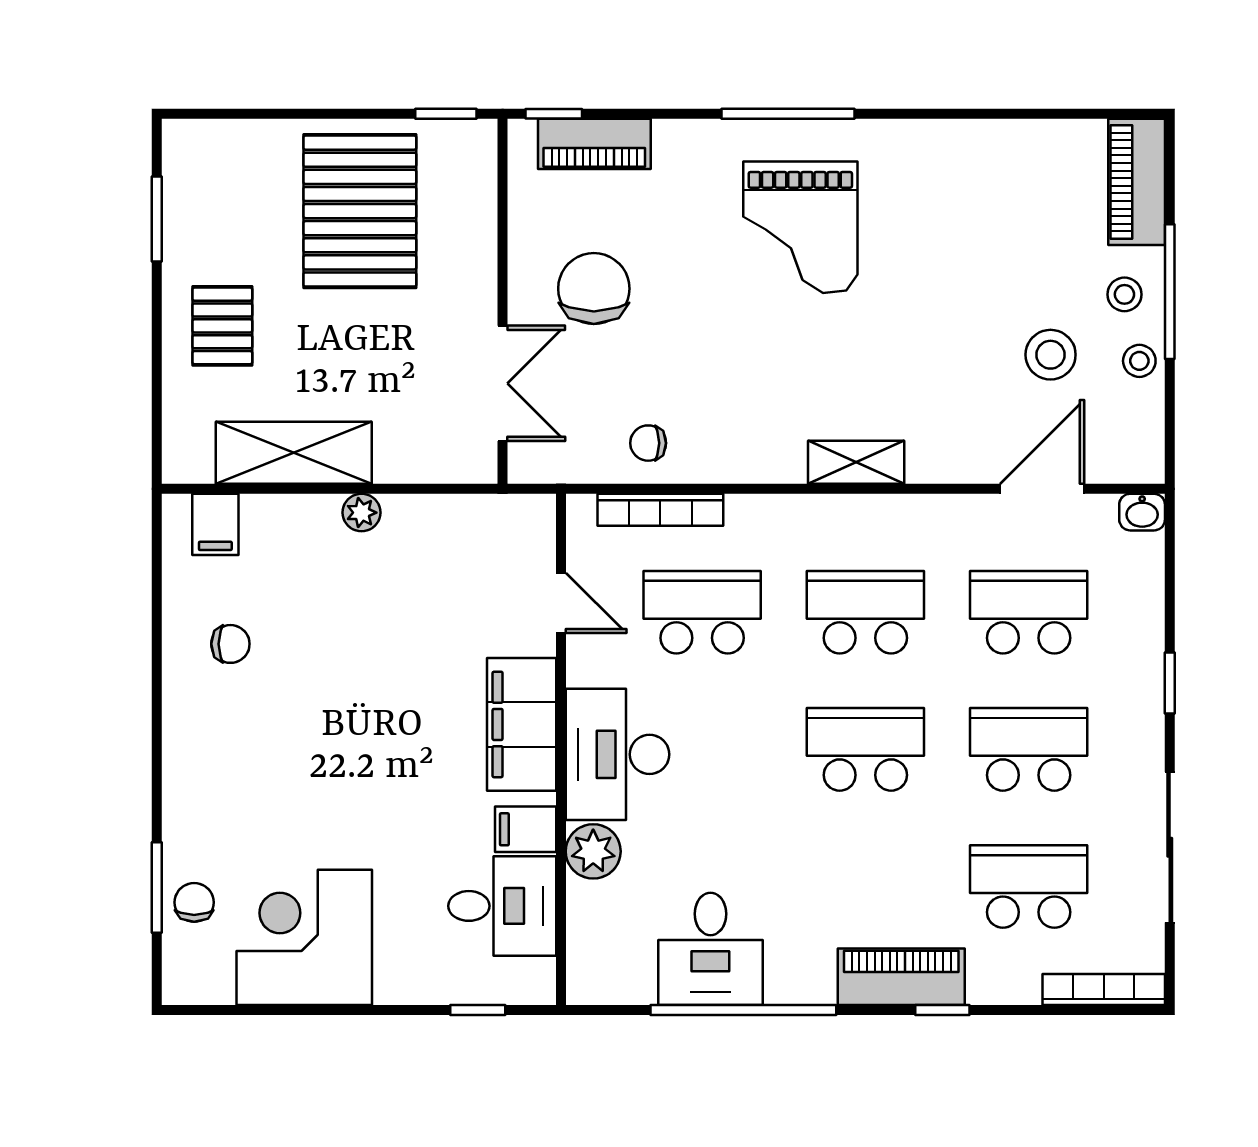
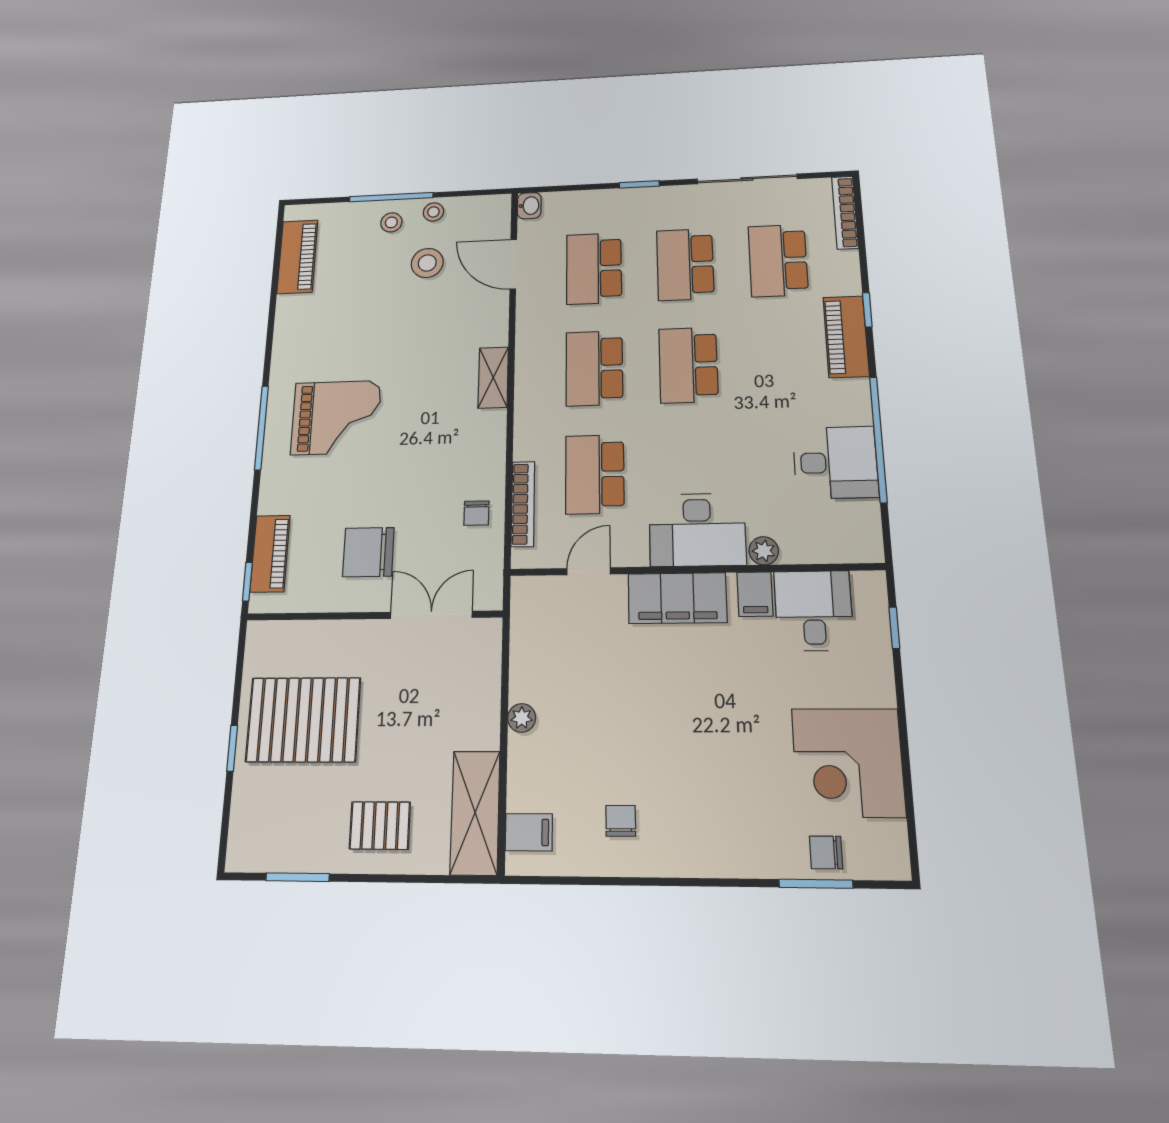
window: (446, 114) -> (232, 748), moved
piano: (1137, 182) -> (297, 257), moved, turned -90
shelving: (294, 453) -> (475, 813), moved
plant: (593, 851) -> (764, 551), width x0.73, depth x0.73

